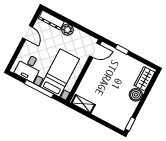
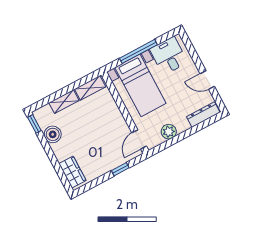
plant: (68, 30) -> (169, 132), moved
boiler: (136, 95) -> (53, 134), moved
shelving: (103, 115) -> (64, 102), added

